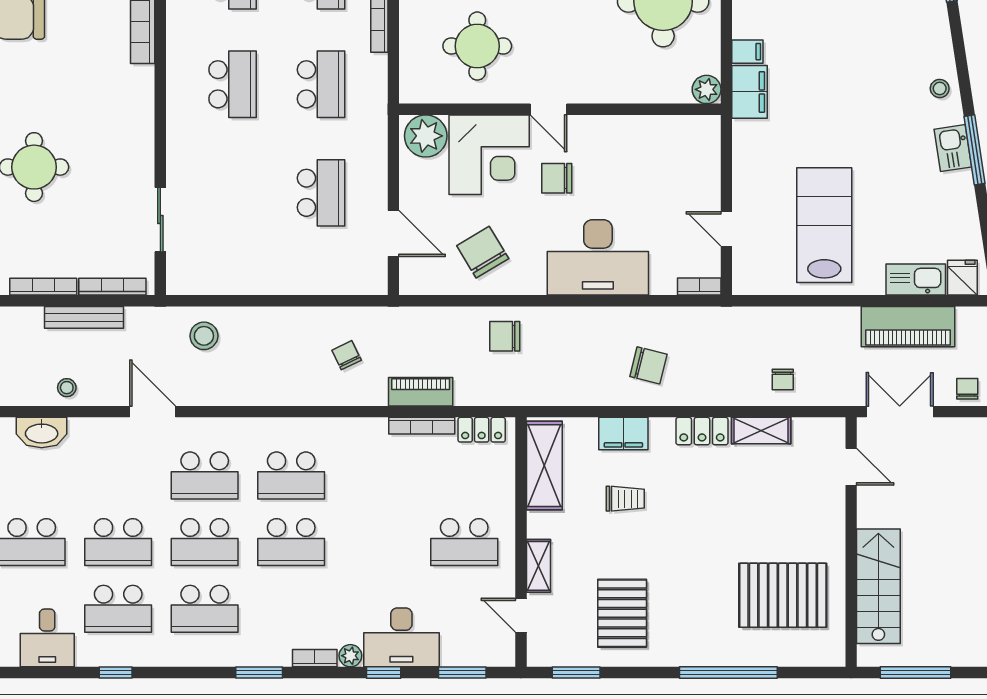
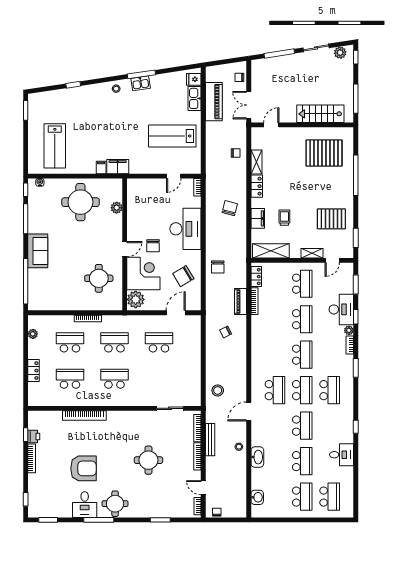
plant: (707, 89) -> (117, 208), moved
school desk: (291, 475) -> (302, 319), moved
pallet: (783, 595) -> (324, 153), turned 90
school desk: (118, 609) -> (330, 426), removed

